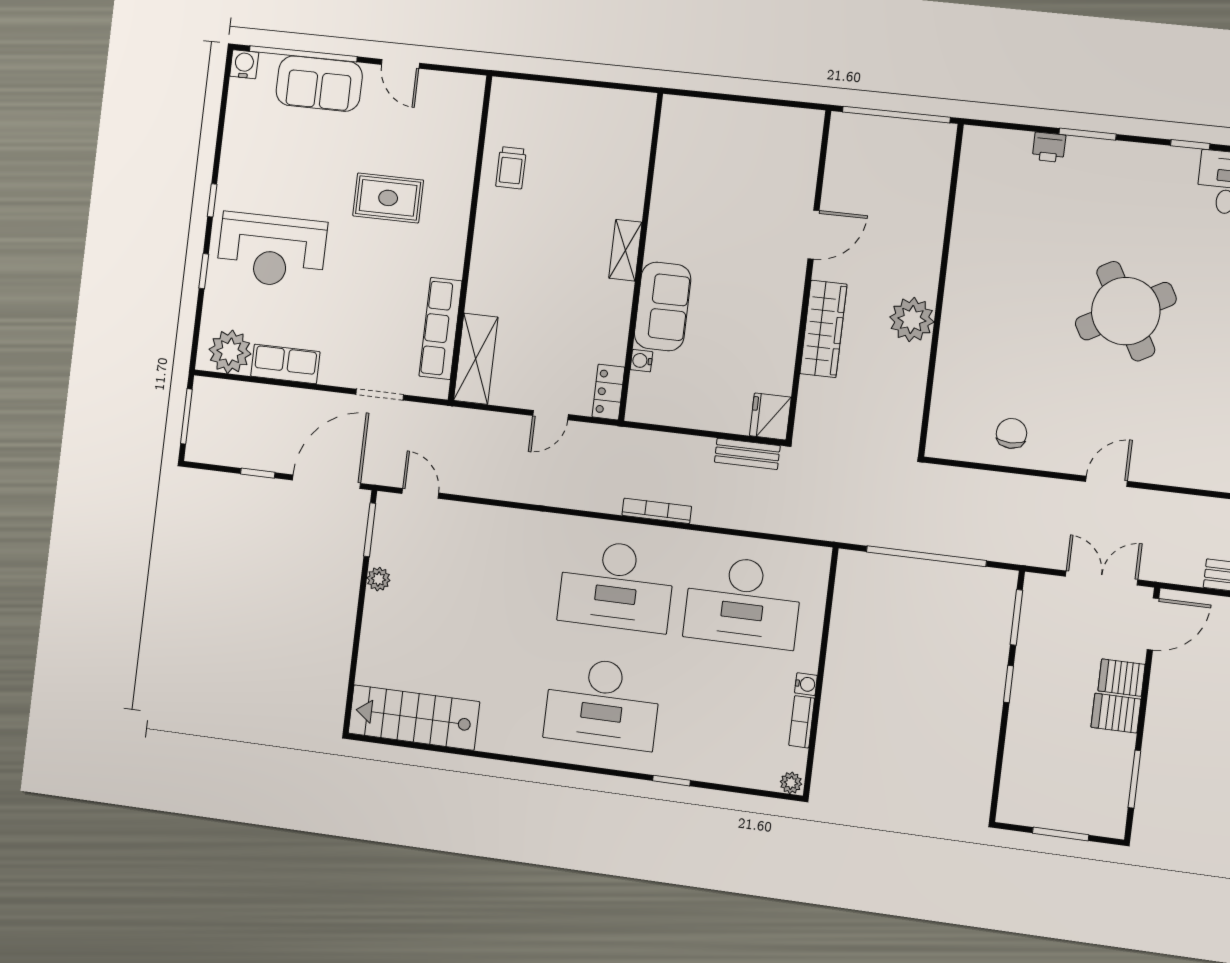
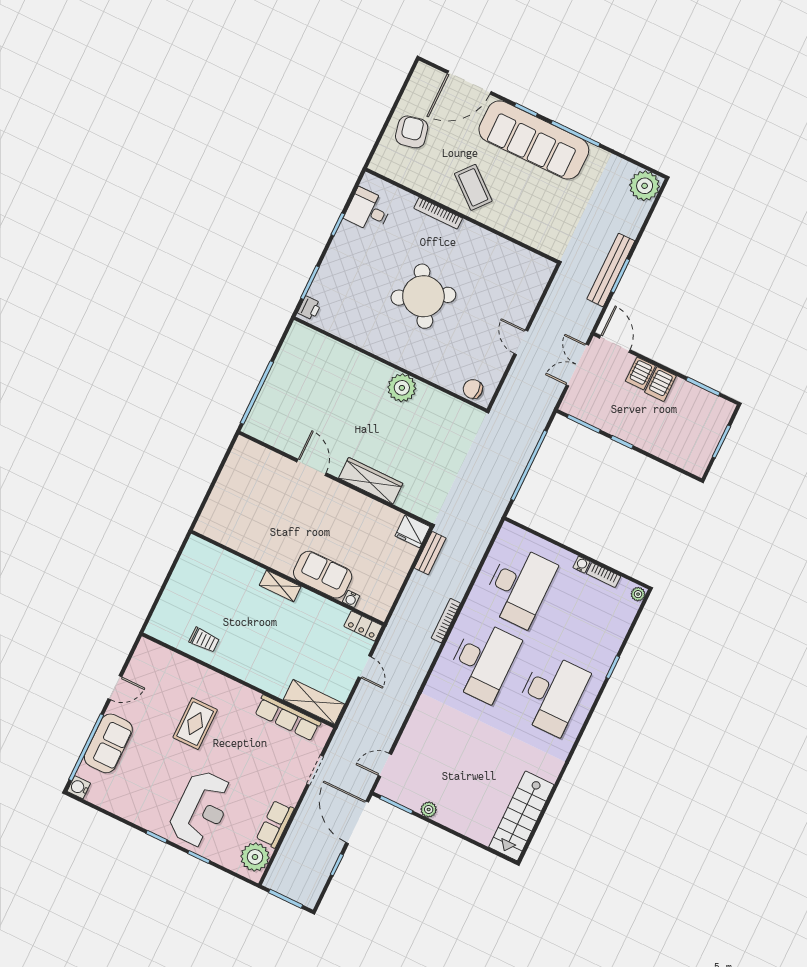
wall: (941, 290) -> (390, 364), moved
plant: (912, 319) -> (402, 388), moved

